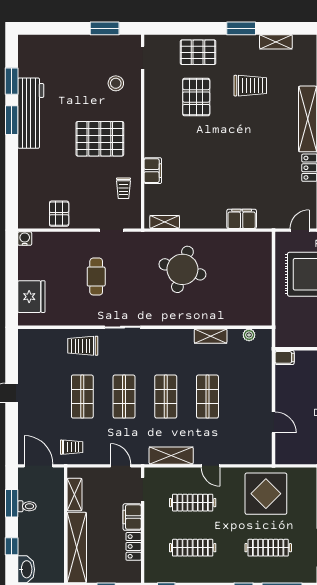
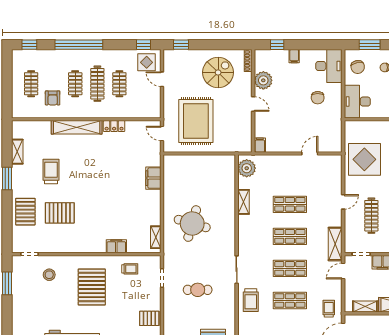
plant: (249, 335) -> (247, 168), width x1.88, depth x1.88
shelving: (171, 456) -> (335, 244), moved

